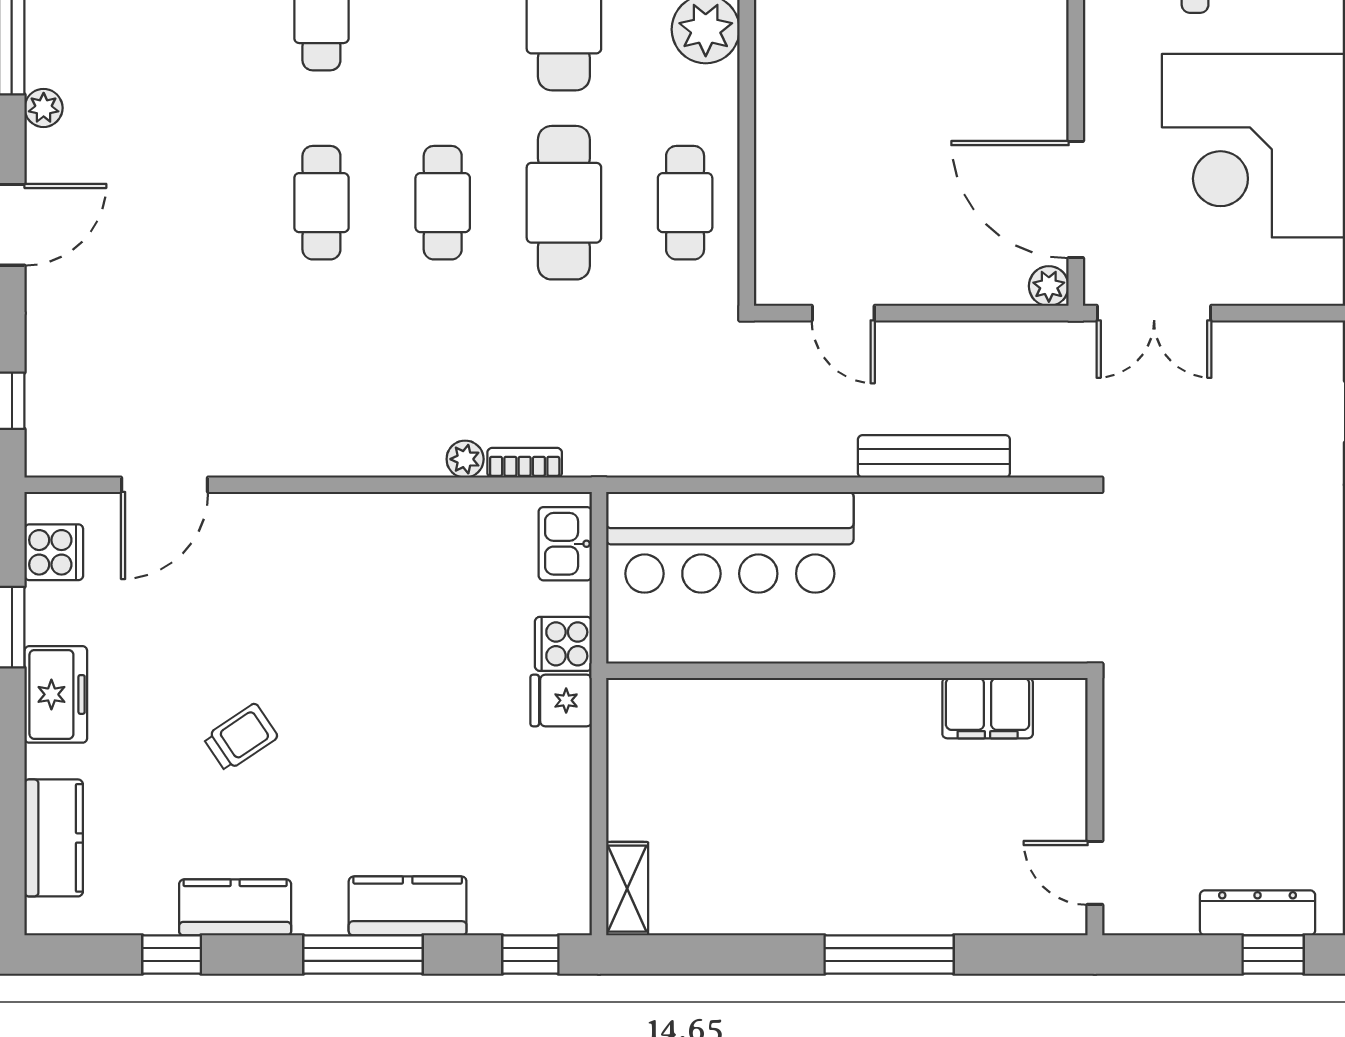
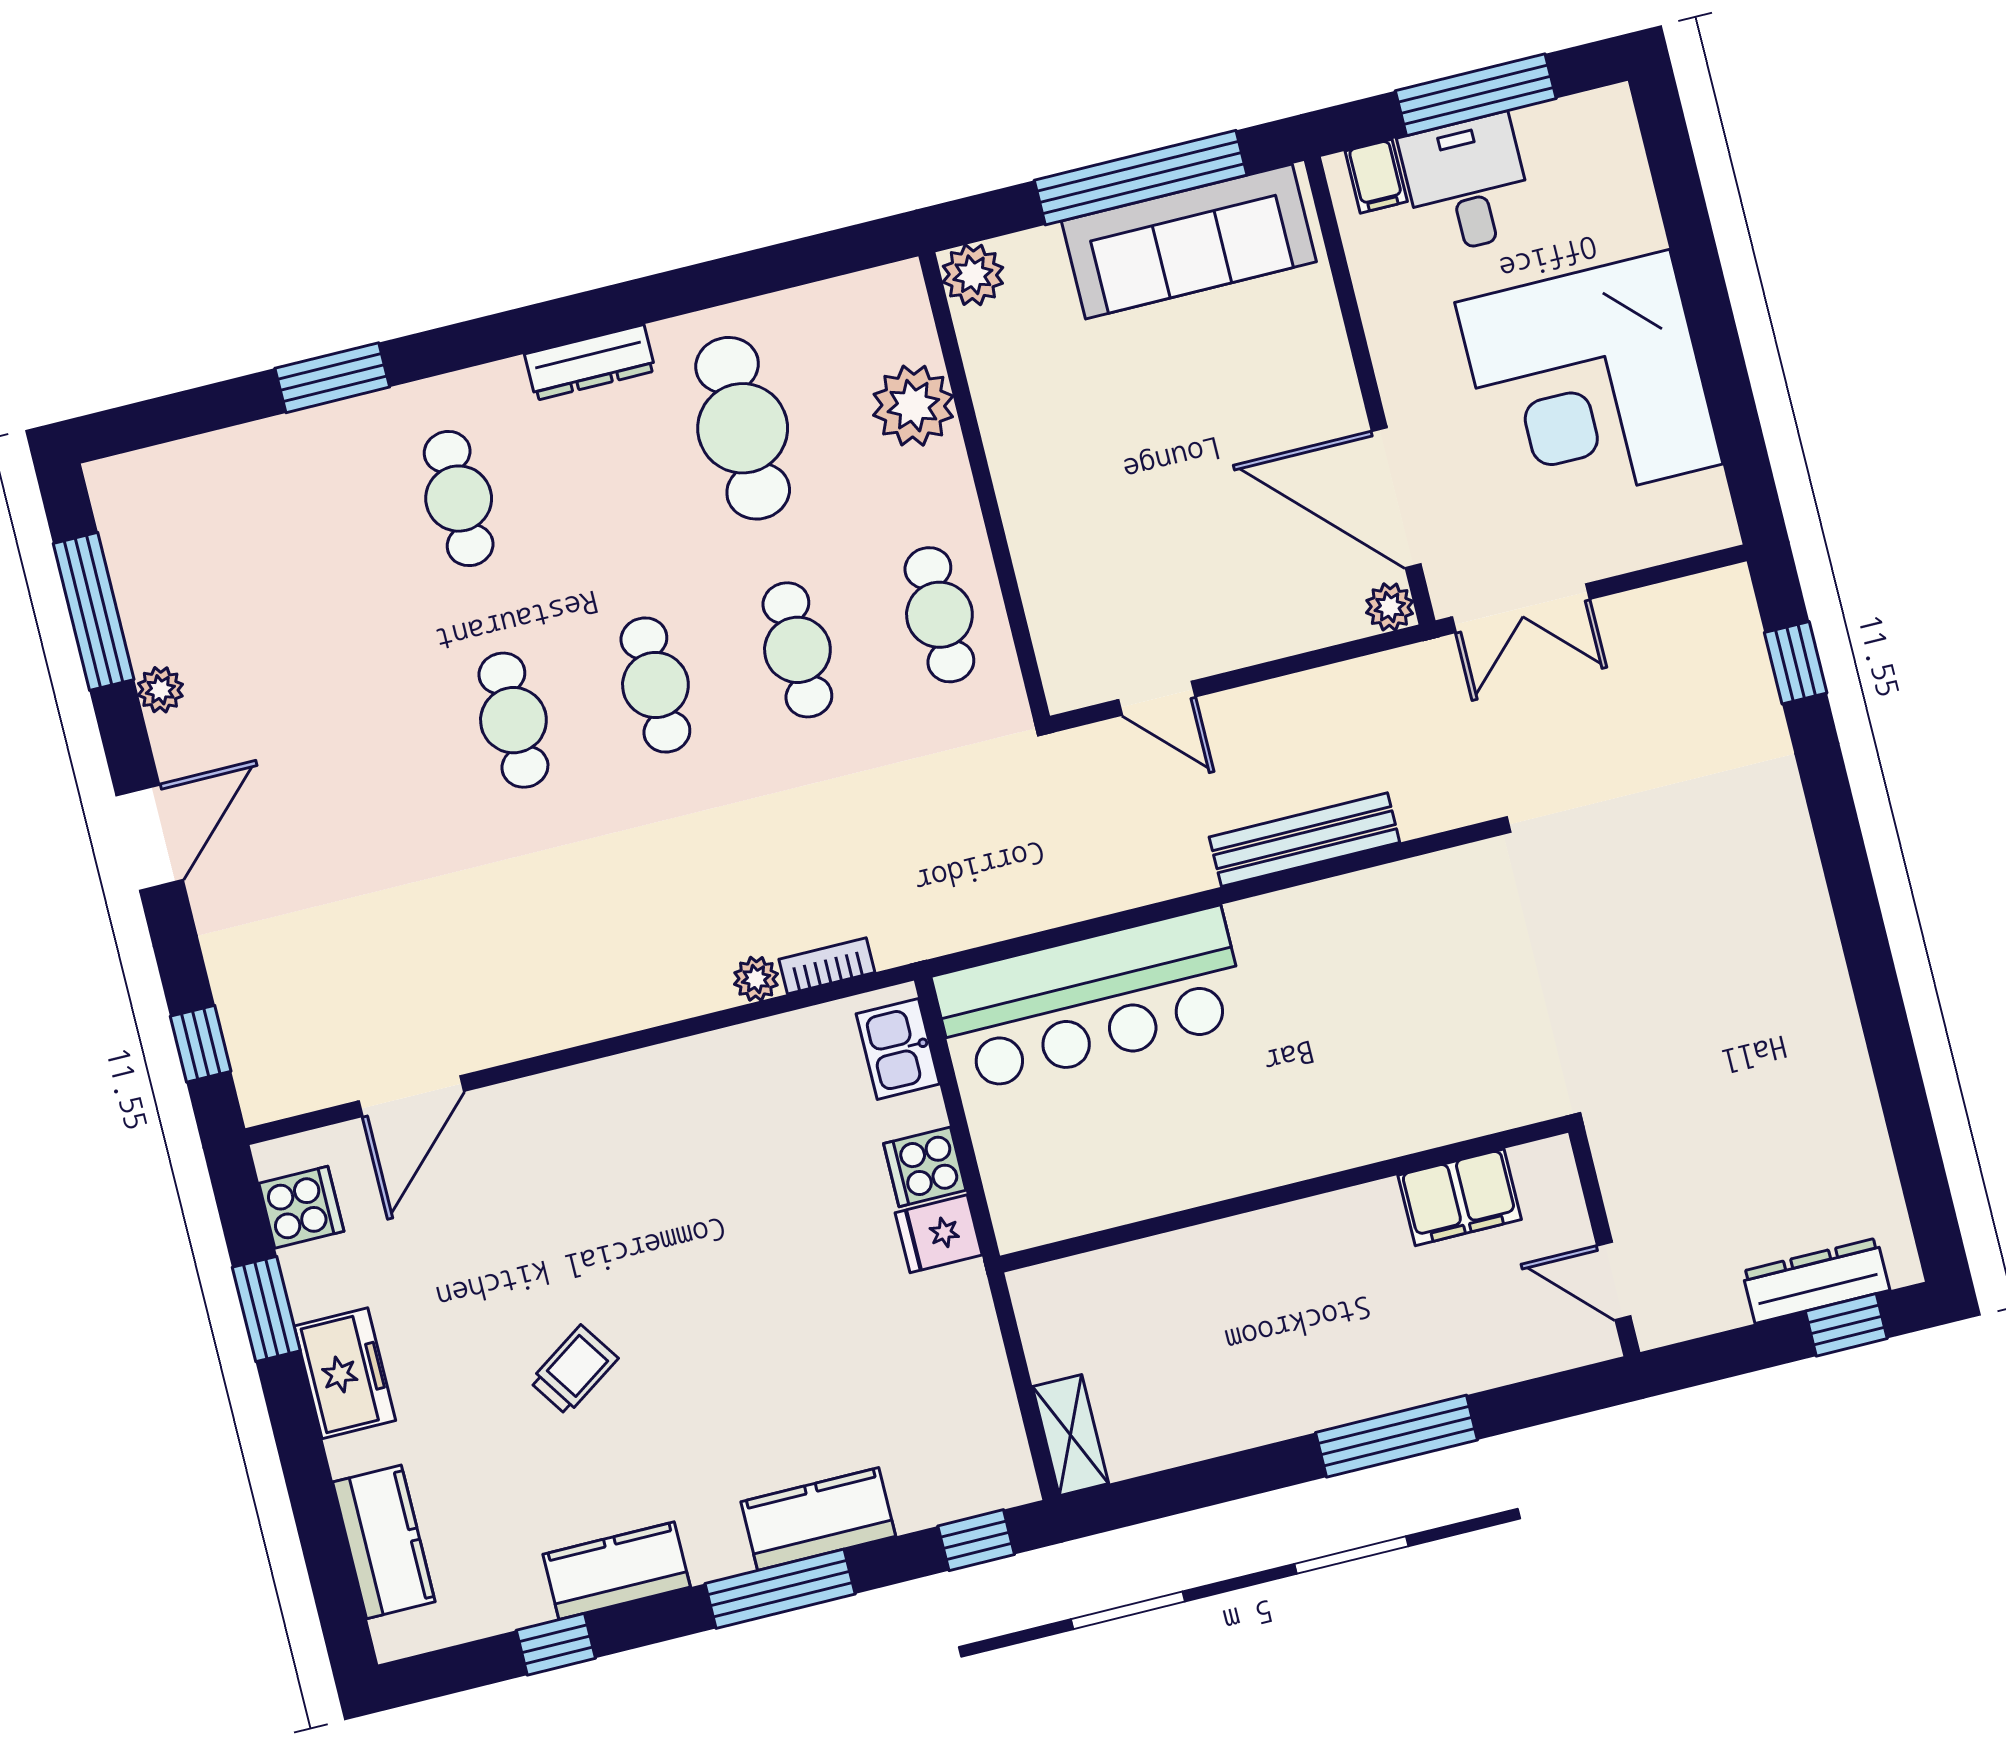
cafe table: (564, 203) -> (797, 650), width x0.73, depth x0.74
wall: (847, 671) -> (1284, 1194), moved
filing cabinet: (988, 708) -> (1460, 1197), moved

